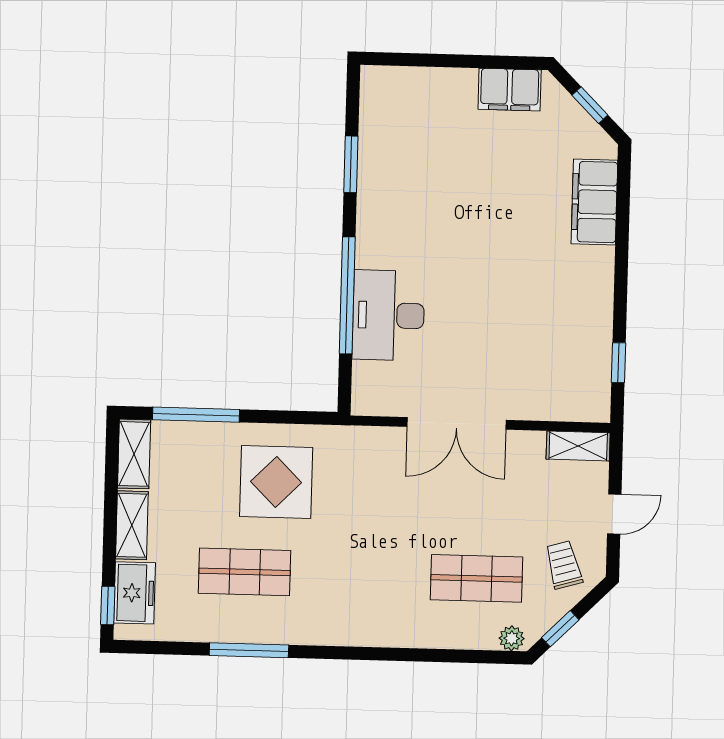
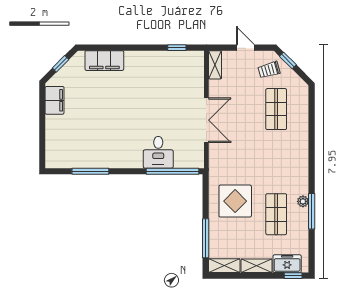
window: (351, 164) -> (90, 171), width x1.44
window: (347, 295) -> (172, 171), moved
desk: (388, 315) -> (158, 152), width x0.73
window: (560, 629) -> (288, 60), moved
plant: (512, 638) -> (303, 201), moved

